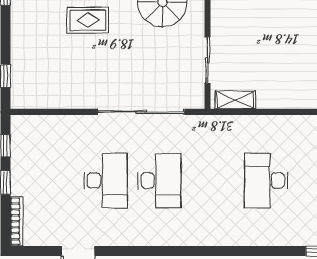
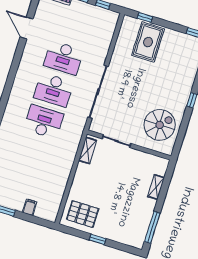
rug: (88, 20) -> (148, 42), moved, width x1.36, depth x1.43
desk: (266, 180) -> (44, 122), moved

